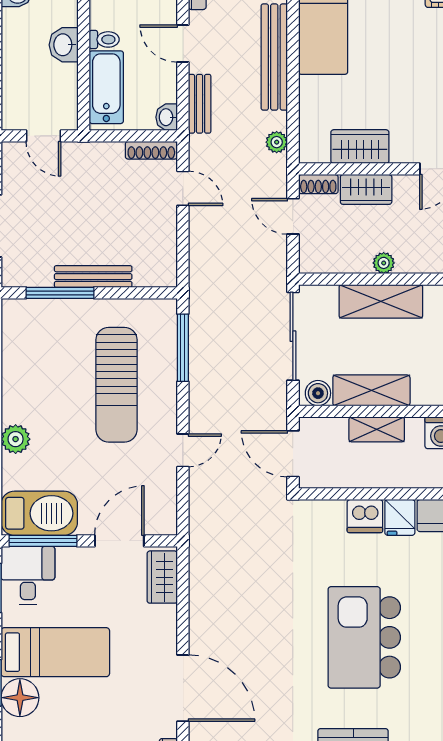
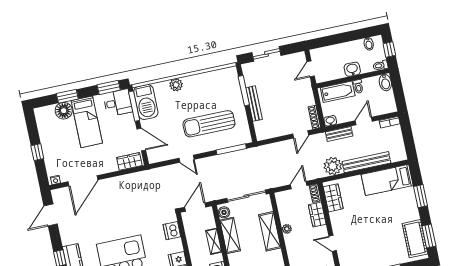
plant: (277, 142) -> (333, 166), width x1.88, depth x1.88
wardrobe: (360, 147) -> (333, 198), moved
dishwasher: (365, 516) -> (172, 231), moved

